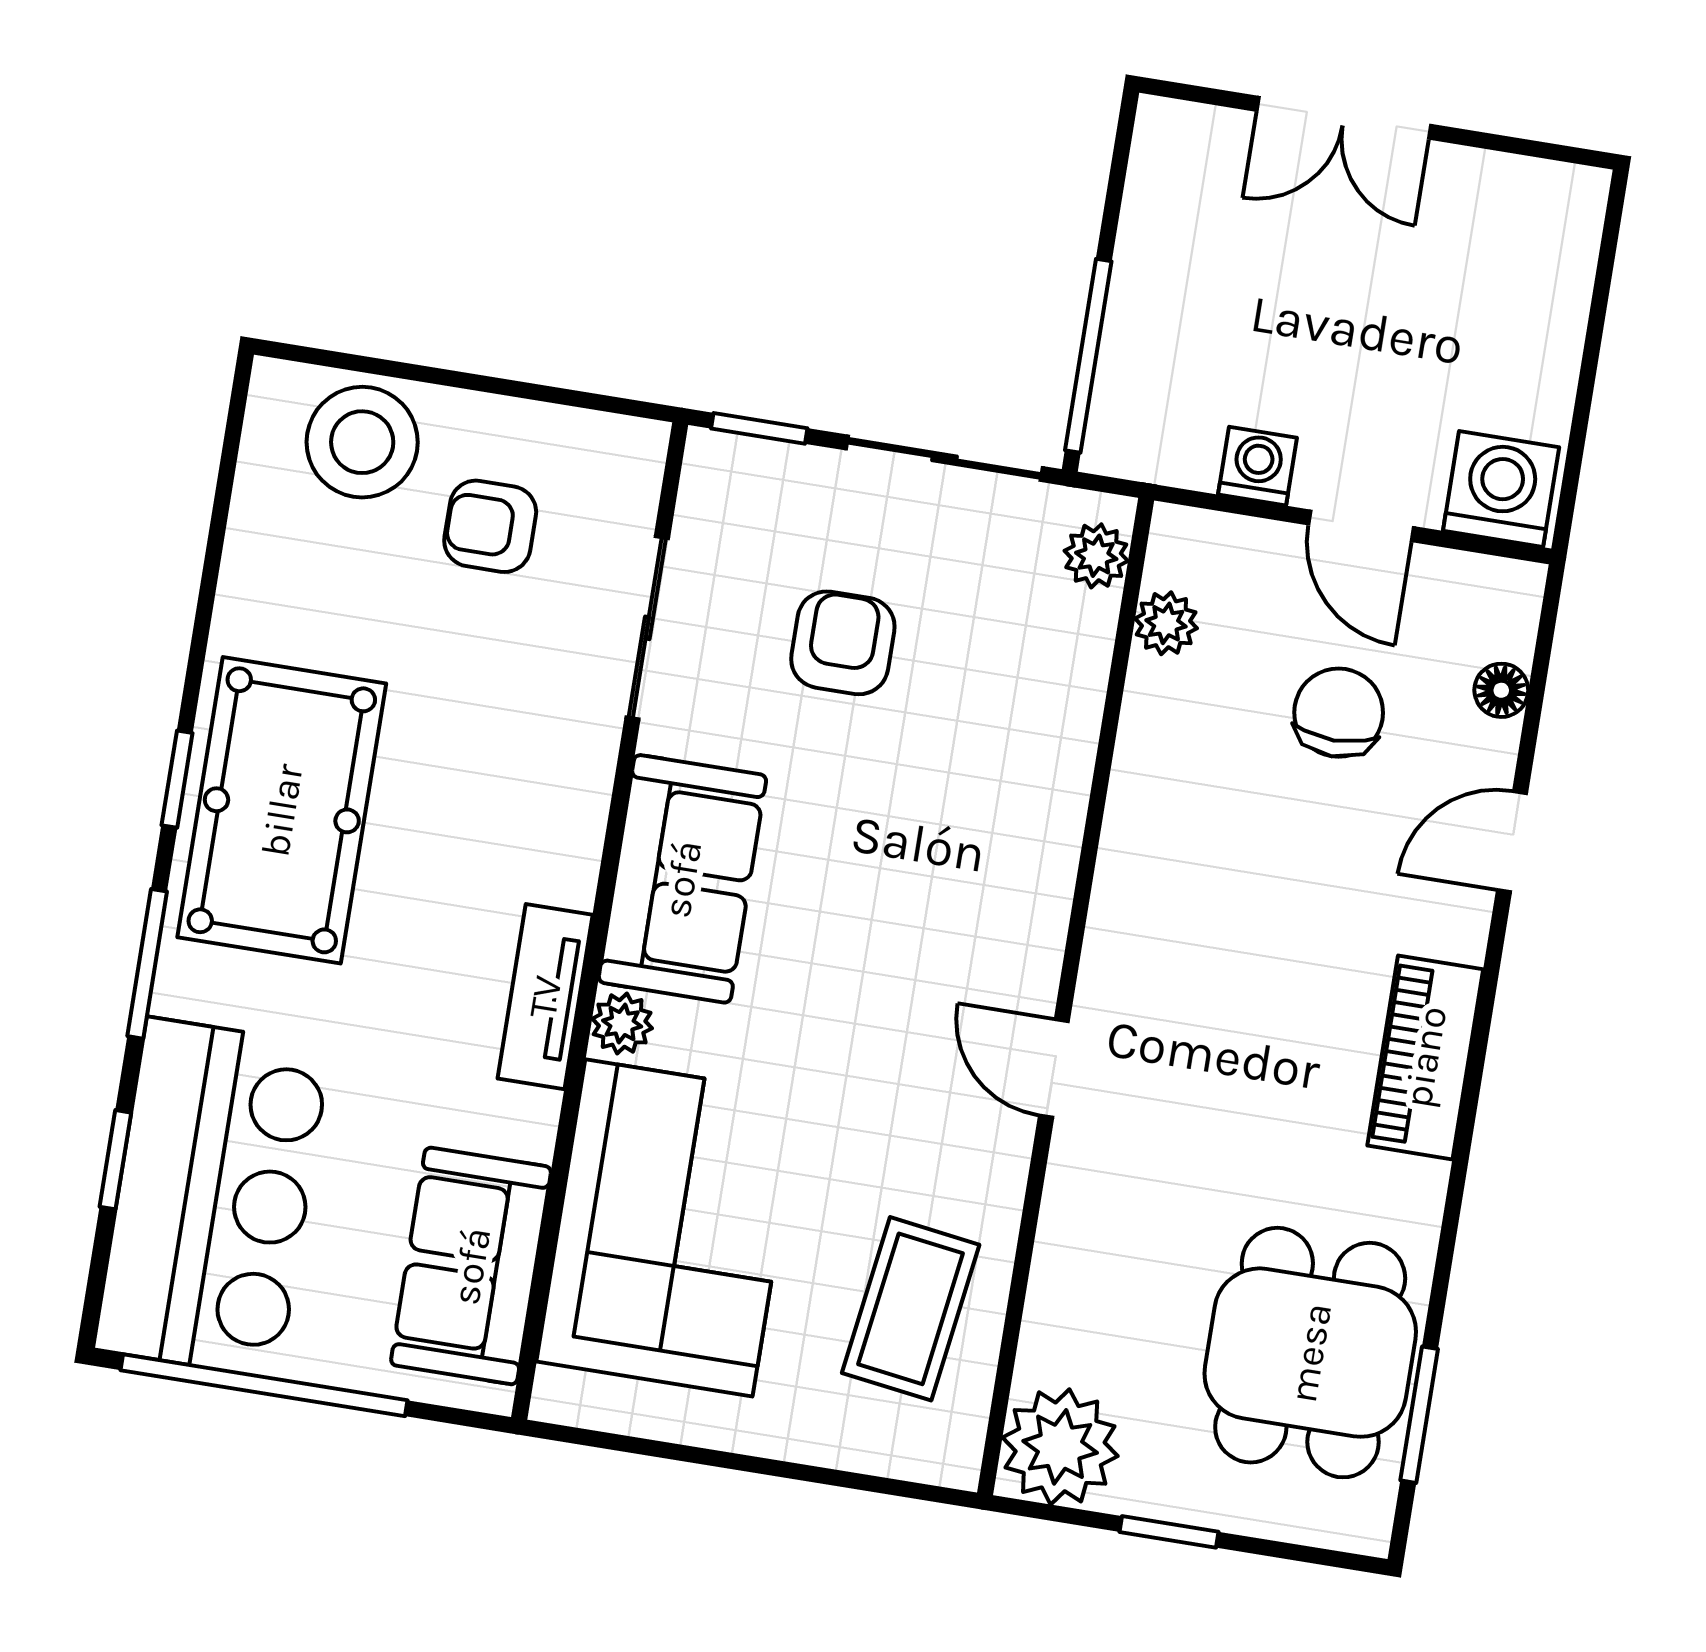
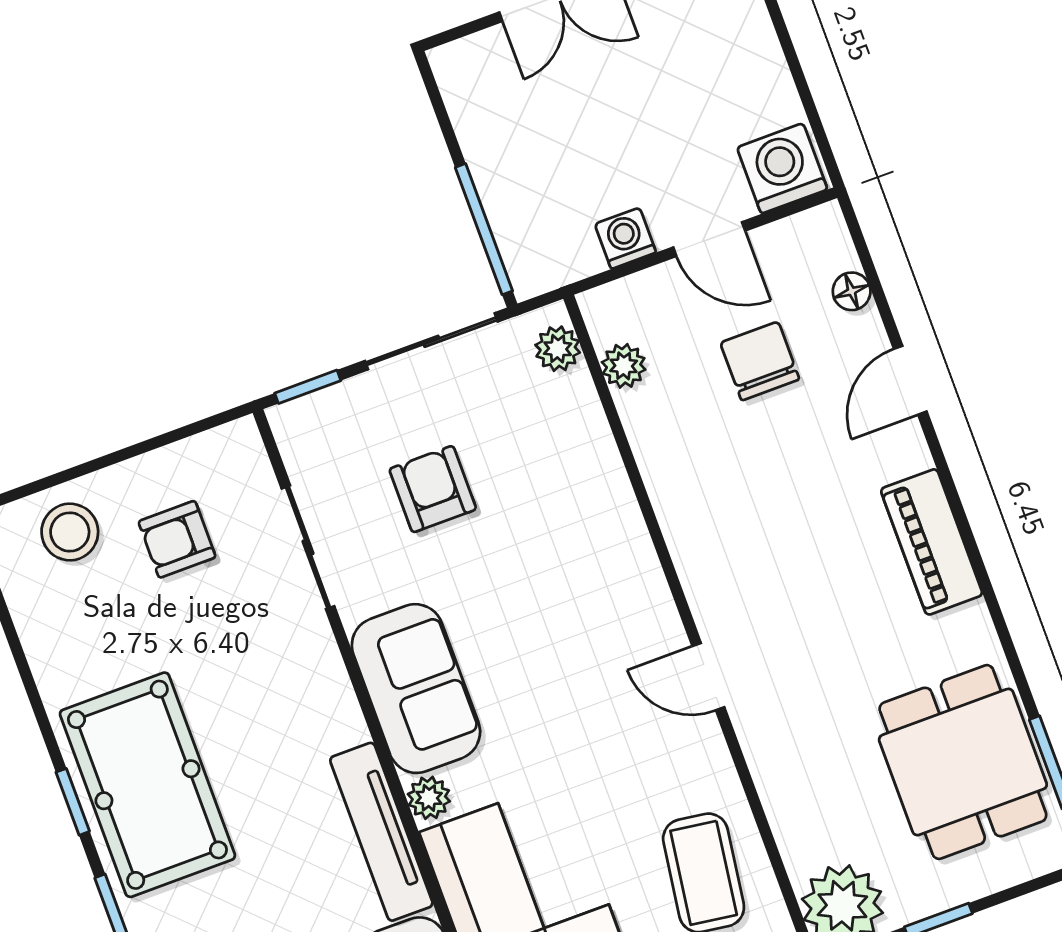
stool: (362, 442) -> (70, 532), width x0.73, depth x0.73
tv unit: (545, 997) -> (381, 832), width x1.41

